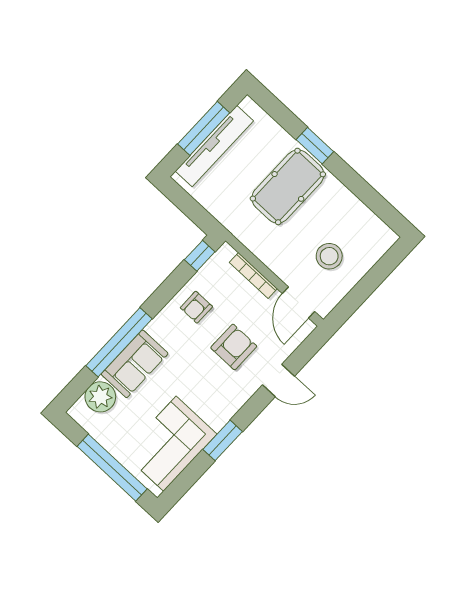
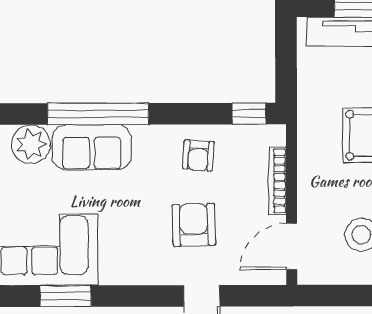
armchair: (196, 307) -> (198, 155), turned -86
armchair: (234, 347) -> (194, 225), turned -92
window: (223, 440) -> (66, 296), moved

